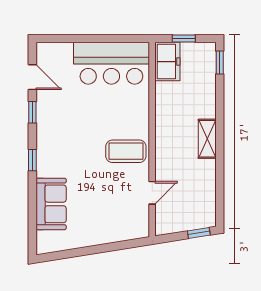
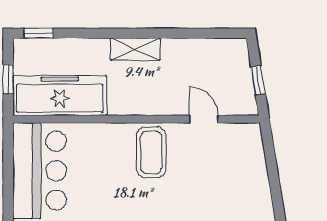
freezer: (167, 62) -> (60, 96), width x1.91, depth x1.26
window: (199, 233) -> (258, 80), moved

